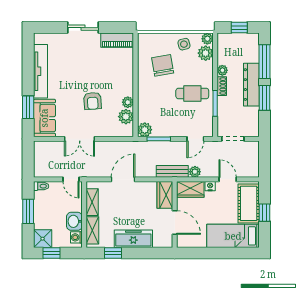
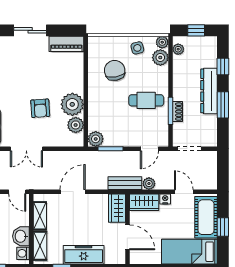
window: (264, 62) -> (223, 67), width x0.46
plant: (222, 70) -> (178, 49), moved
shoe rack: (222, 86) -> (178, 112), moved
plant: (128, 102) -> (72, 104), width x1.87, depth x1.87

